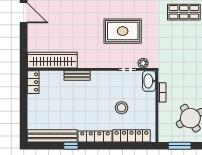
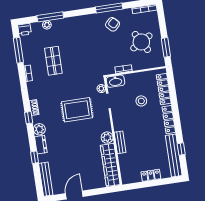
rug: (123, 31) -> (77, 110), turned 90
plant: (85, 61) -> (107, 138), added
locker: (33, 82) -> (151, 175), moved
window: (71, 146) -> (181, 149), moved

